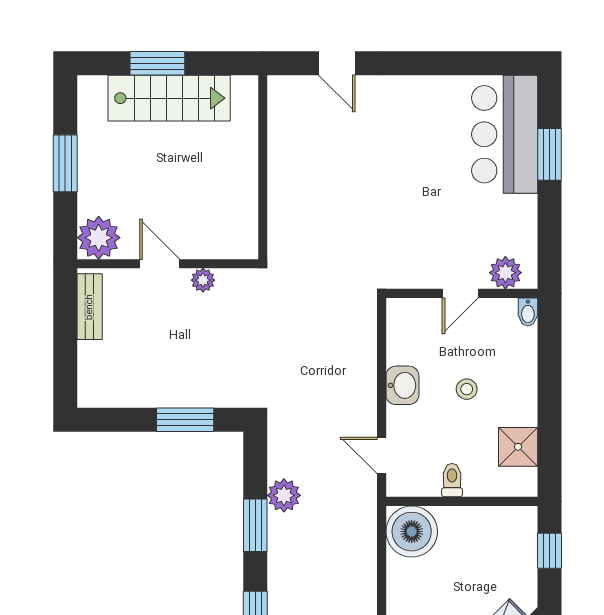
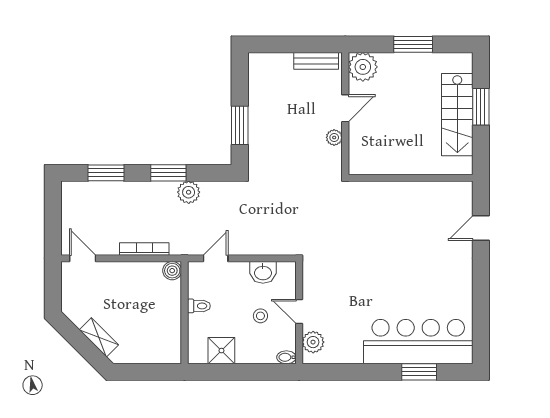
bar counter: (505, 134) -> (418, 342), width x1.36
plant: (505, 273) -> (313, 342), moved
door: (460, 293) -> (299, 311), moved
wall: (462, 293) -> (299, 313), moved
bidet: (528, 312) -> (286, 357), moved
boiler: (412, 532) -> (172, 271), width x0.54, depth x0.54
window: (549, 551) -> (151, 372), removed
bookcase: (368, 561) -> (144, 249), added

